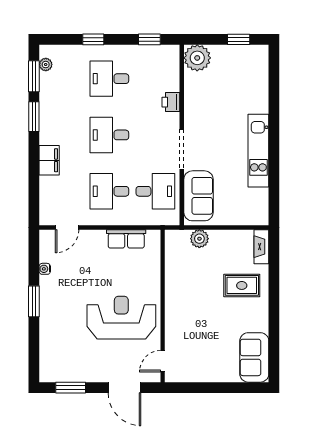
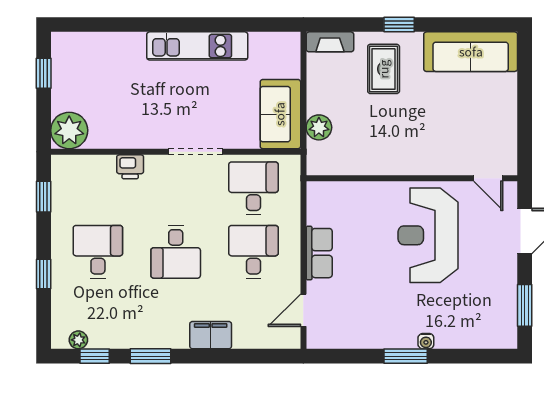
window: (34, 76) -> (95, 356), width x0.67
desk: (109, 79) -> (98, 252), turned 180
desk: (109, 191) -> (253, 252), turned 180
sofa: (198, 196) -> (280, 114), moved, turned -90
door: (67, 227) -> (303, 310), swing flipped
row of seats: (126, 239) -> (319, 253), moved
water cooler: (45, 269) -> (426, 341), moved
window: (274, 297) -> (399, 25), added
sofa: (254, 357) -> (471, 52), width x1.36

